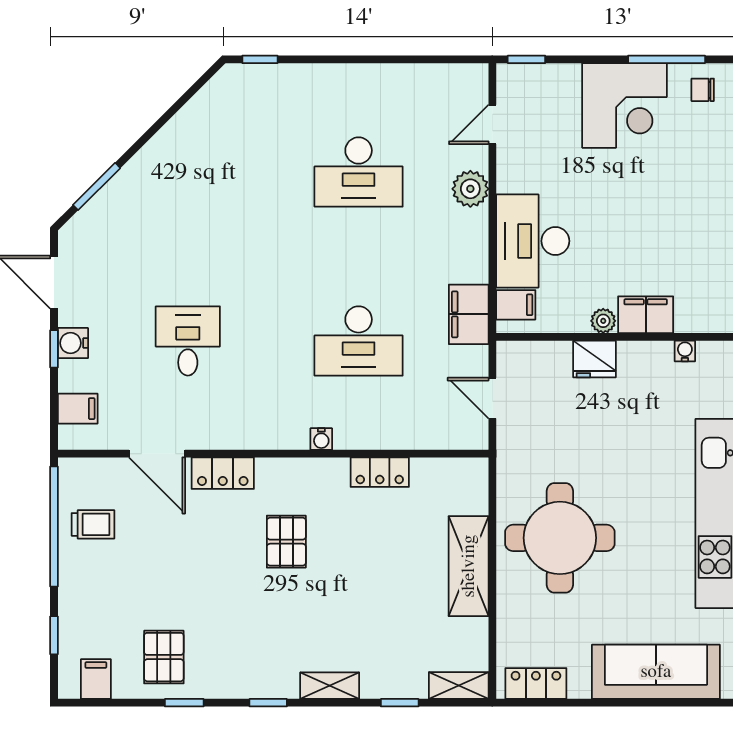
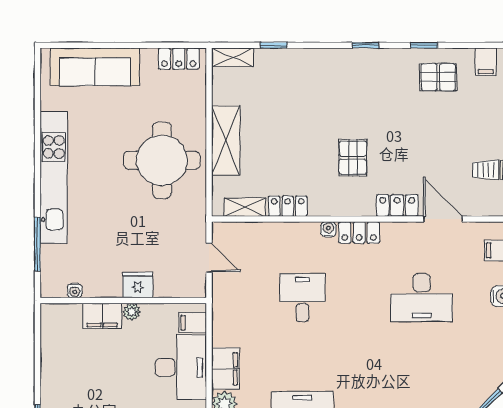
filing cabinet: (469, 314) -> (226, 369), moved
desk: (188, 341) -> (422, 298), width x1.37
desk: (359, 341) -> (302, 298), width x0.73
locker: (277, 434) -> (359, 233), added
pallet: (164, 657) -> (438, 77), turned 90
shelving: (330, 686) -> (245, 207), moved

